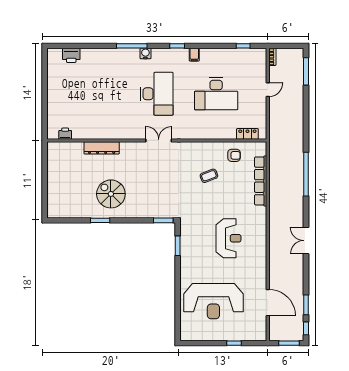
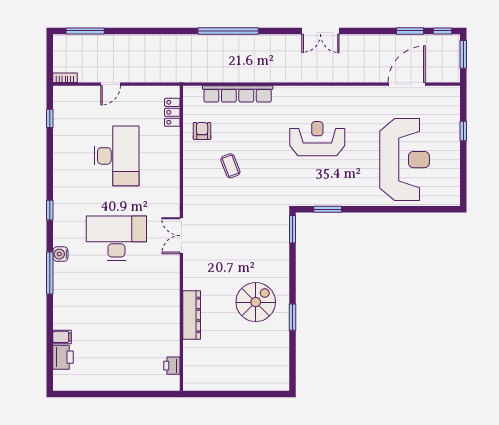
filing cabinet: (194, 55) -> (62, 337), moved
door: (268, 90) -> (111, 84), swing flipped
spiral stairs: (111, 194) -> (256, 302), turned 180

